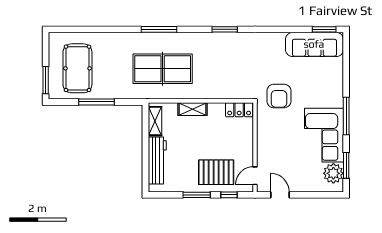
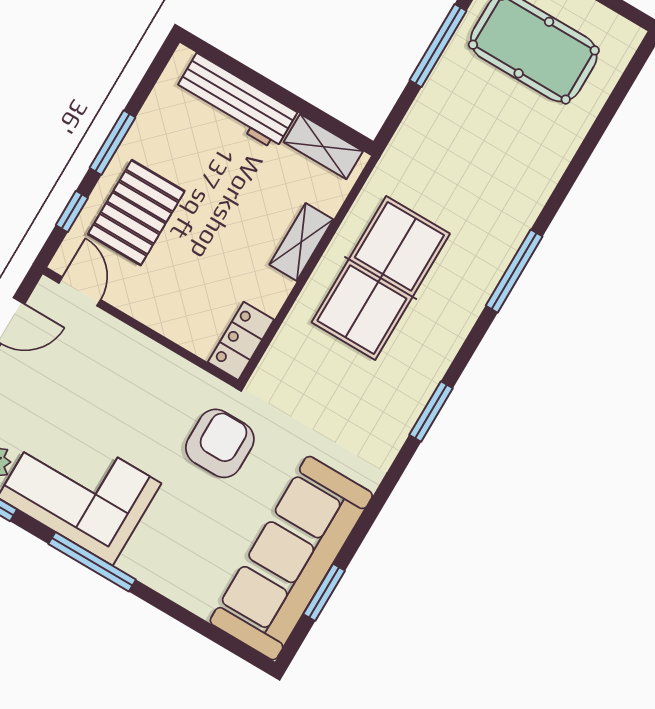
window: (324, 29) -> (324, 592), moved
sofa: (314, 44) -> (291, 558), width x1.36, depth x1.27
table tennis table: (163, 69) -> (381, 278), moved
armchair: (279, 96) -> (220, 443), turned 90

